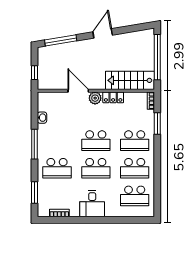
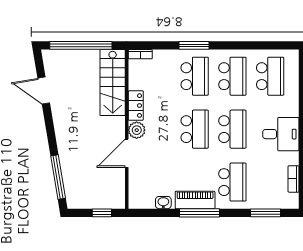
door: (103, 33) -> (44, 91), moved
window: (157, 124) -> (194, 45), moved
piano: (44, 141) -> (195, 200), added

